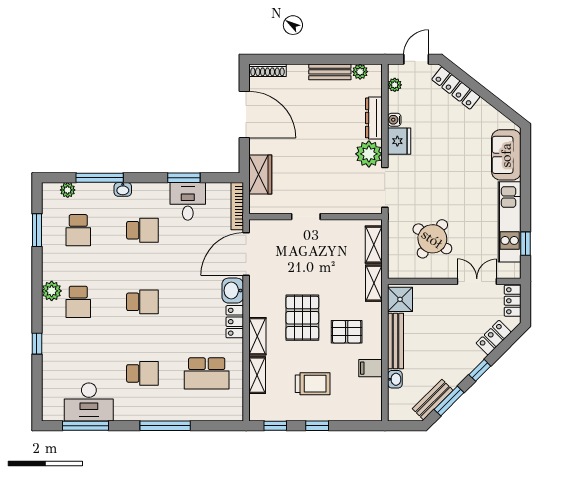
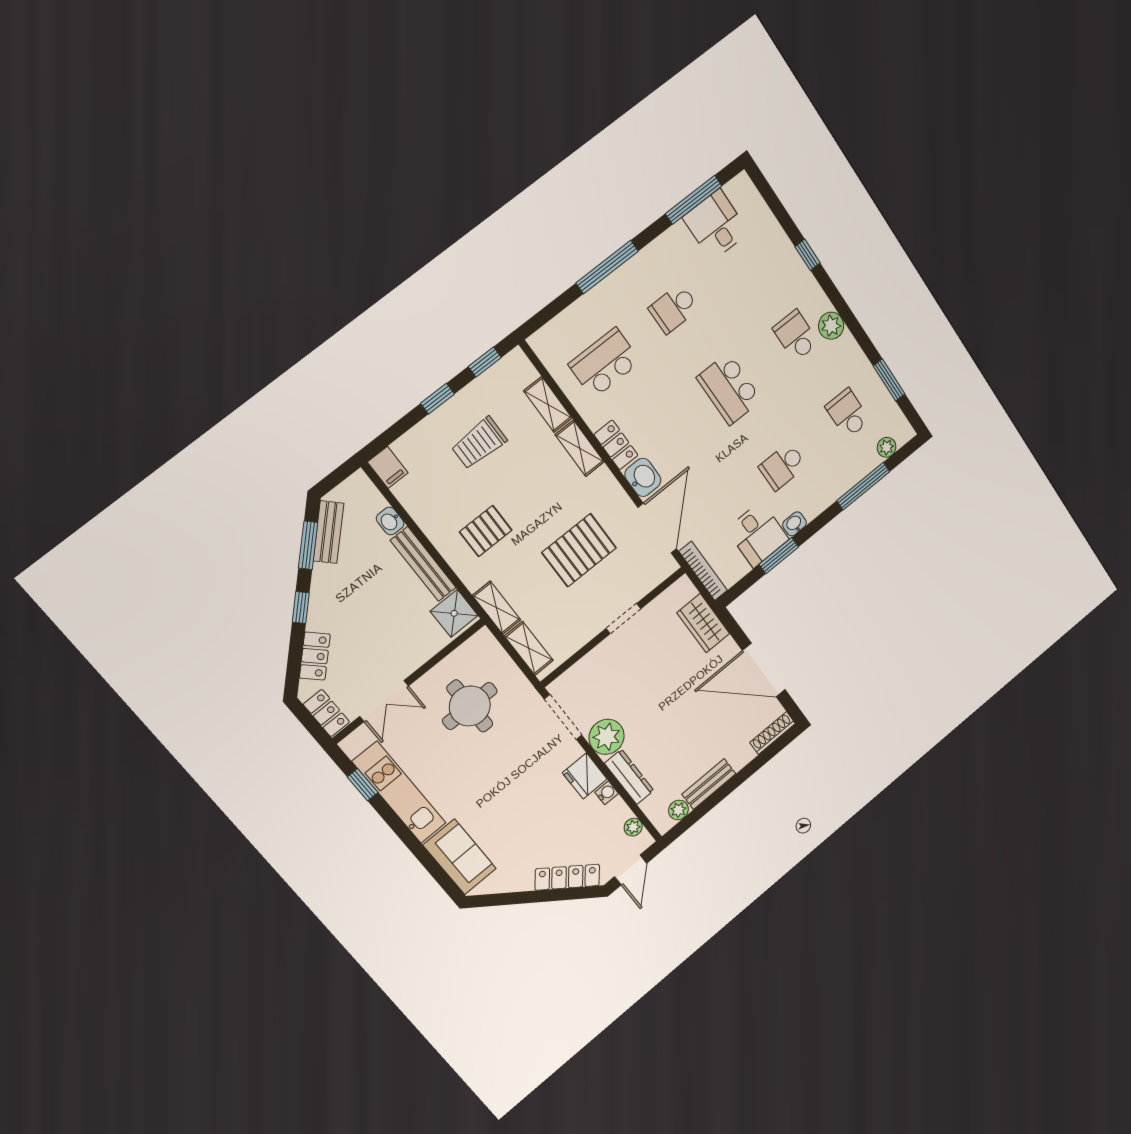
washbasin: (123, 189) -> (794, 524), moved
round table: (432, 239) -> (470, 706), turned -35
school desk: (142, 302) -> (729, 389), width x1.85
pallet: (302, 318) -> (579, 550), moved, turned 90
filing cabinet: (370, 368) -> (388, 467), moved, turned 90
desk: (89, 402) -> (716, 225), width x0.73

